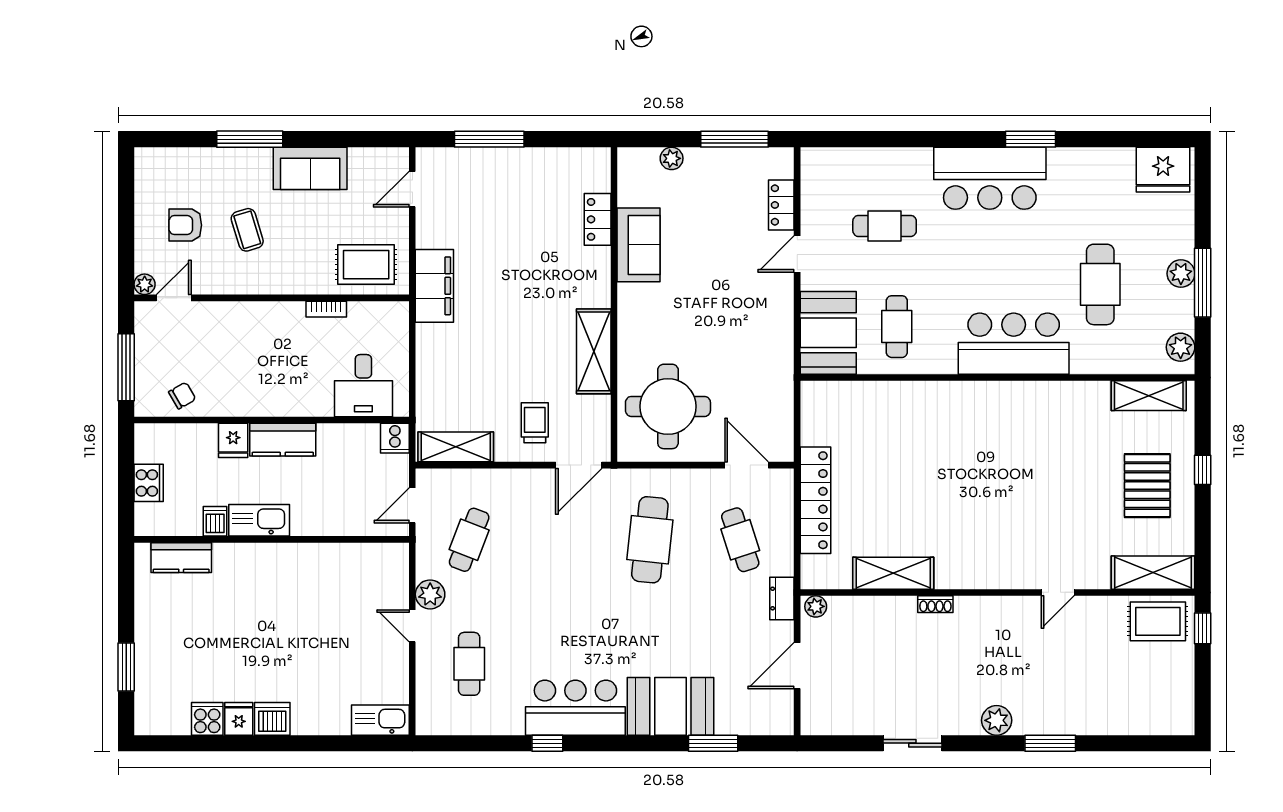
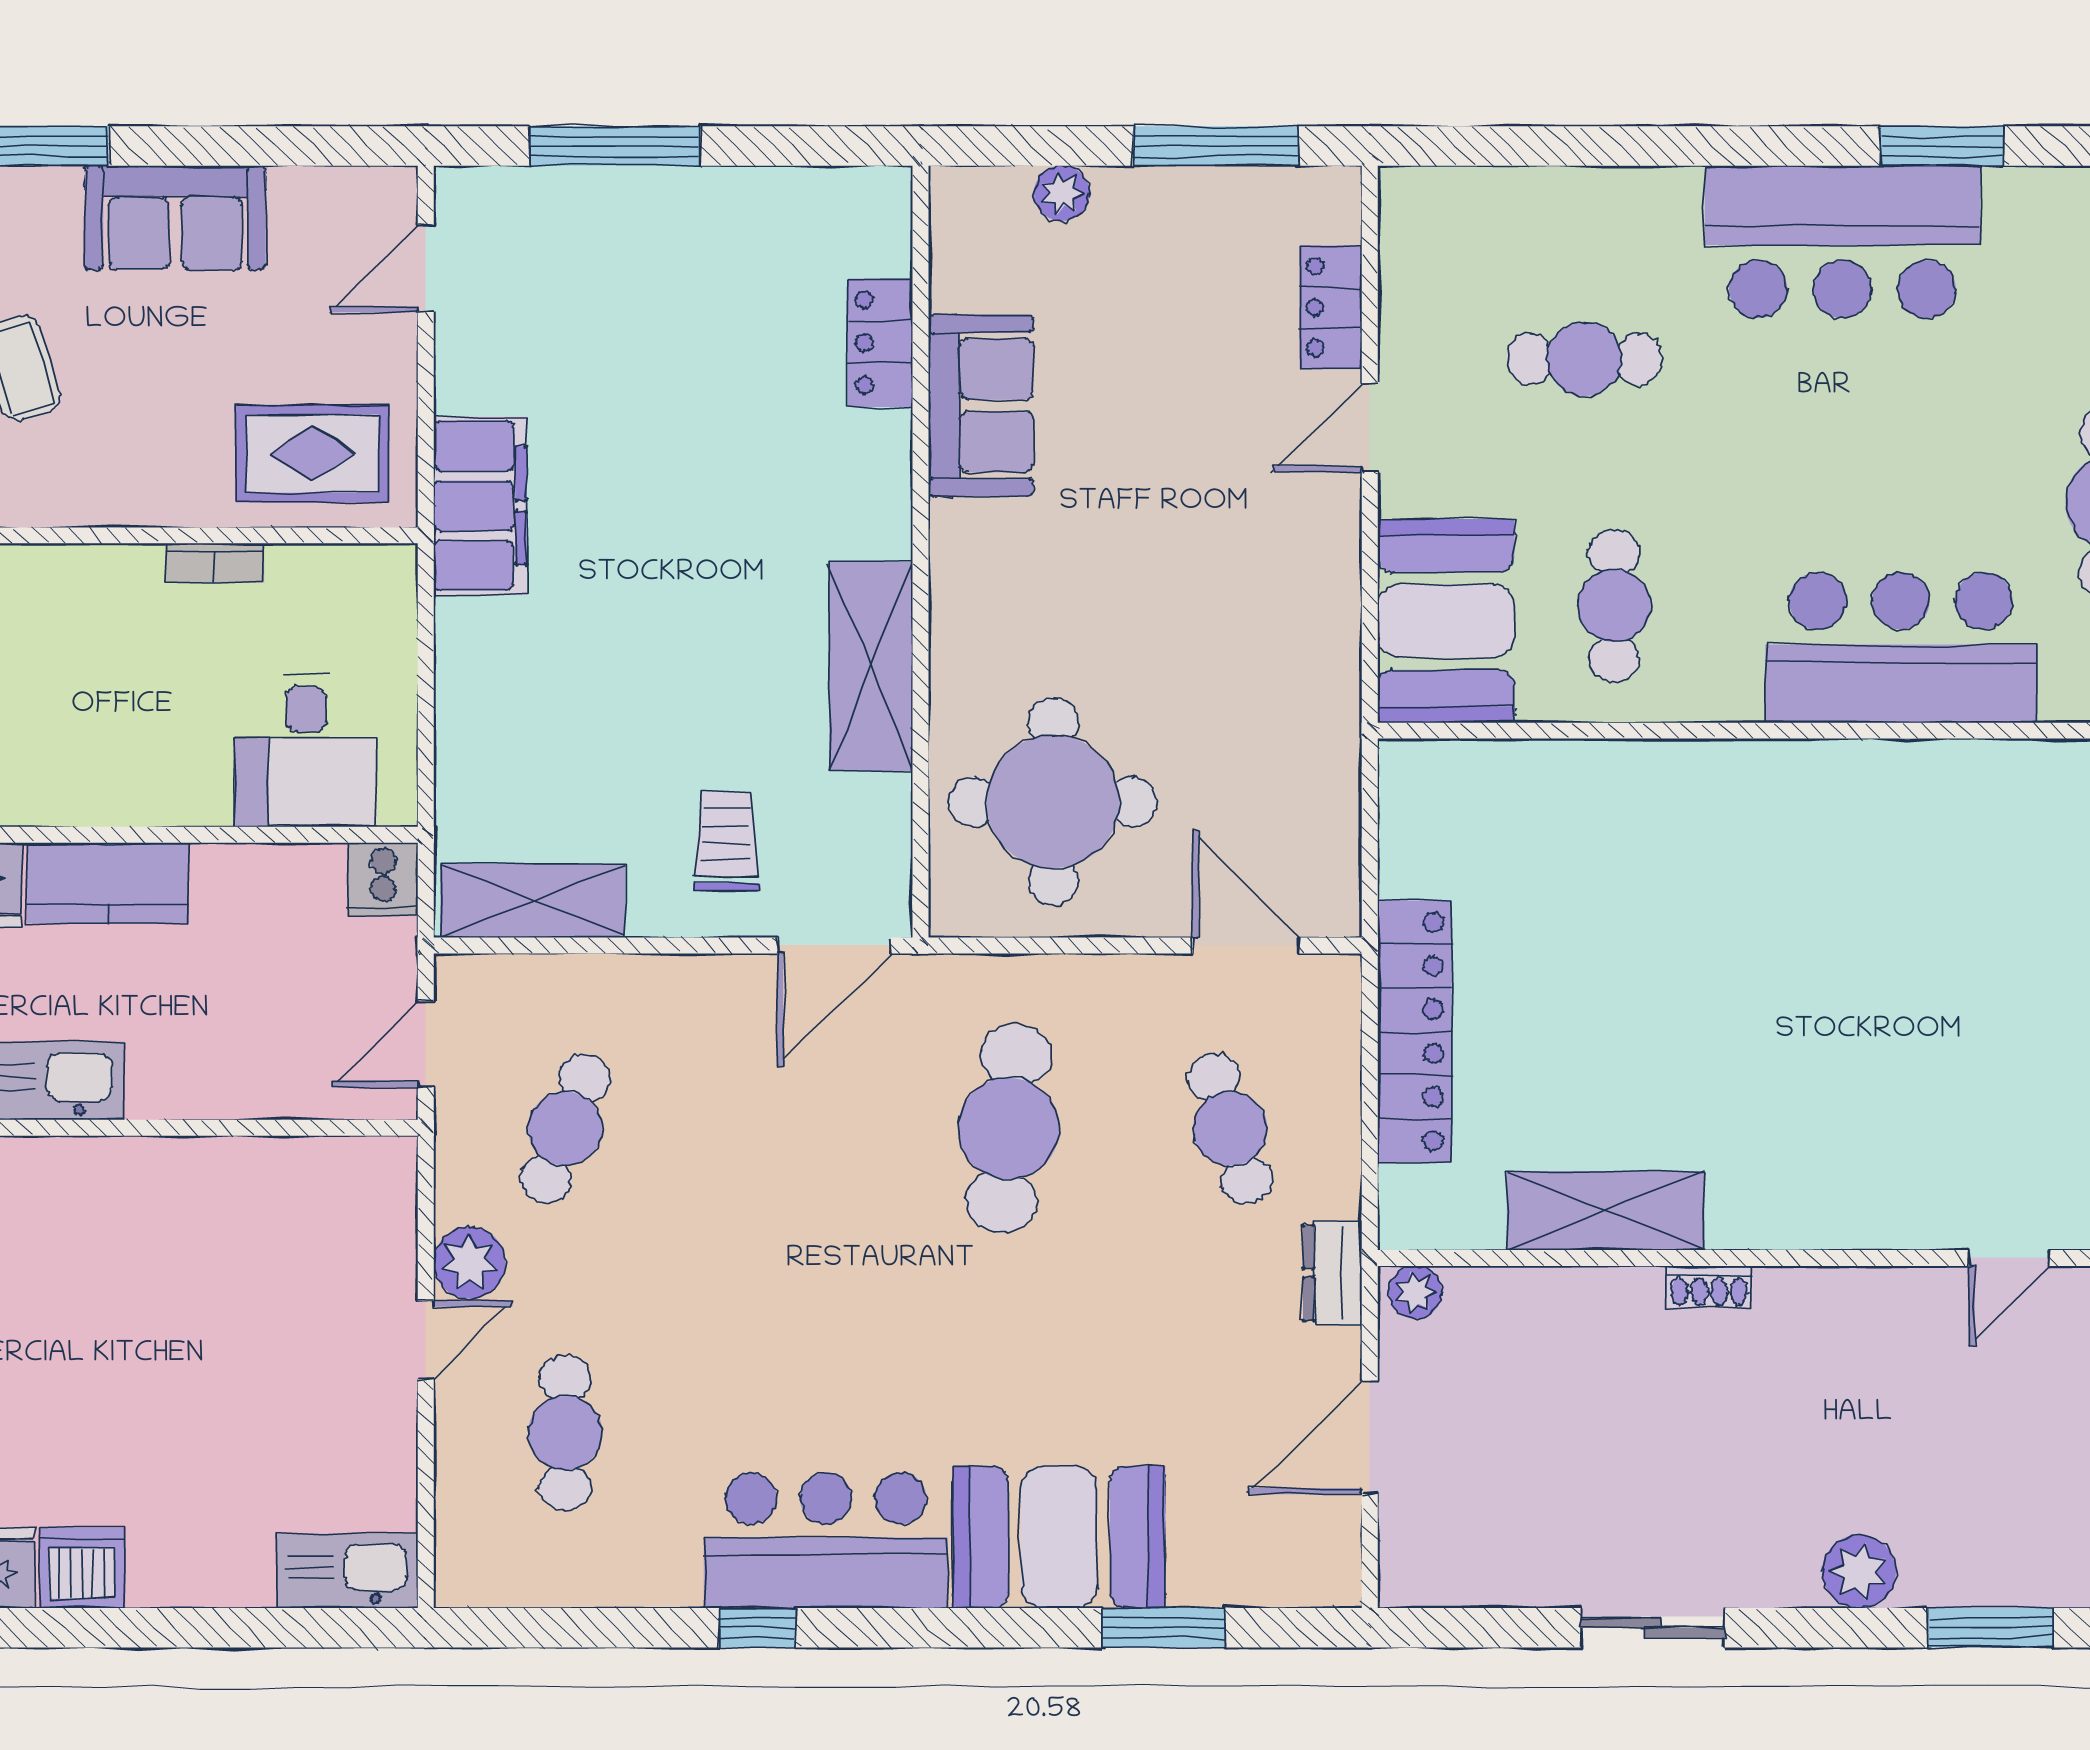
door: (412, 626) -> (426, 1340), swing flipped

